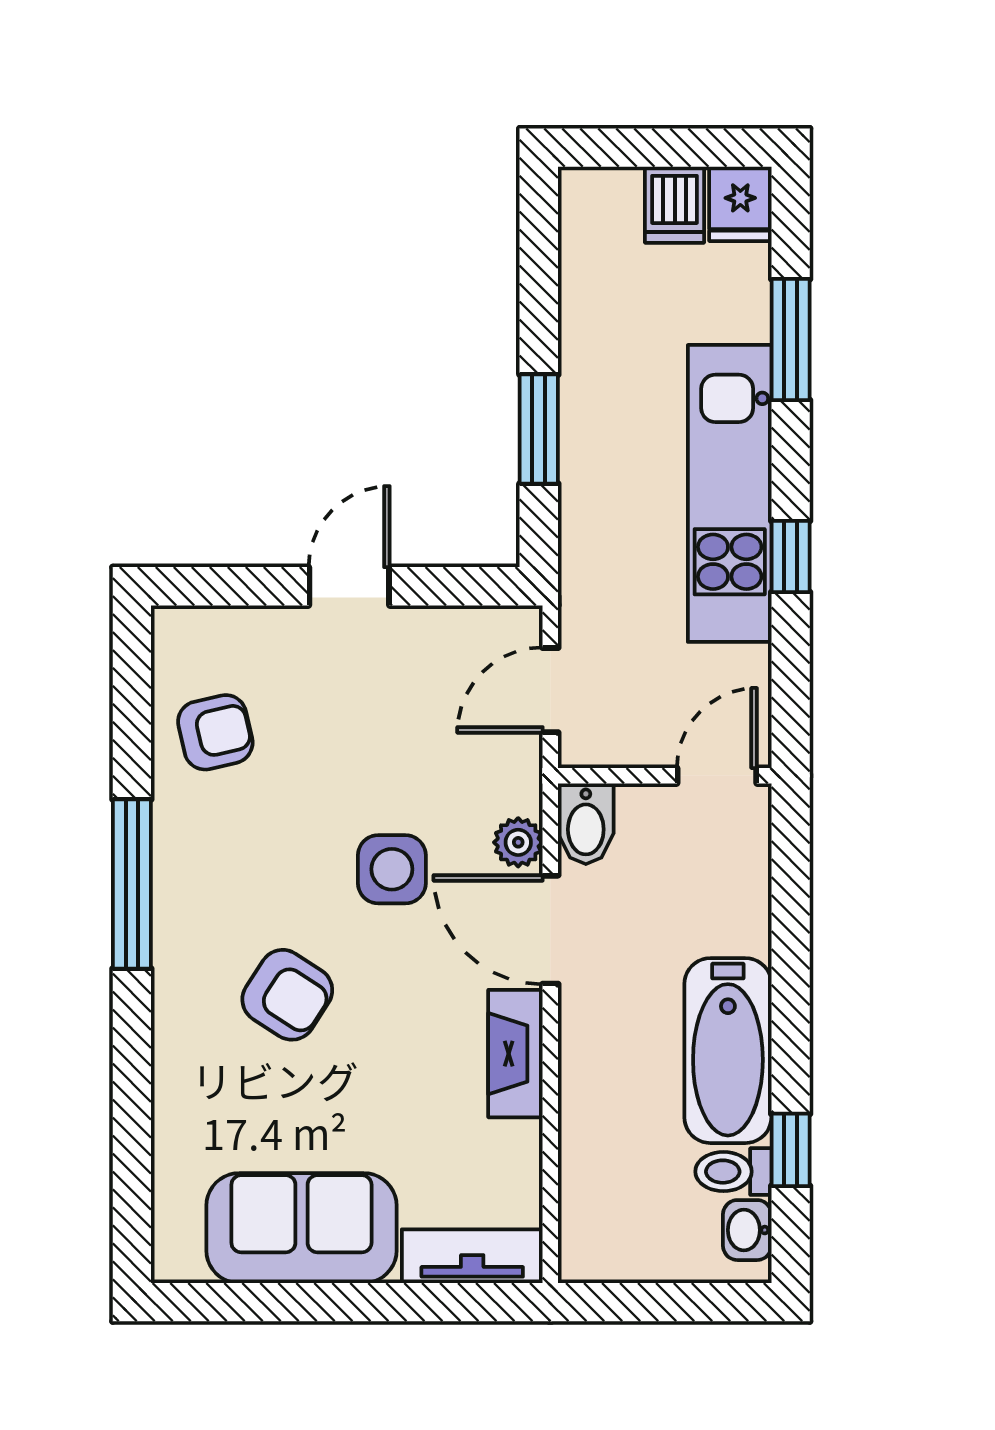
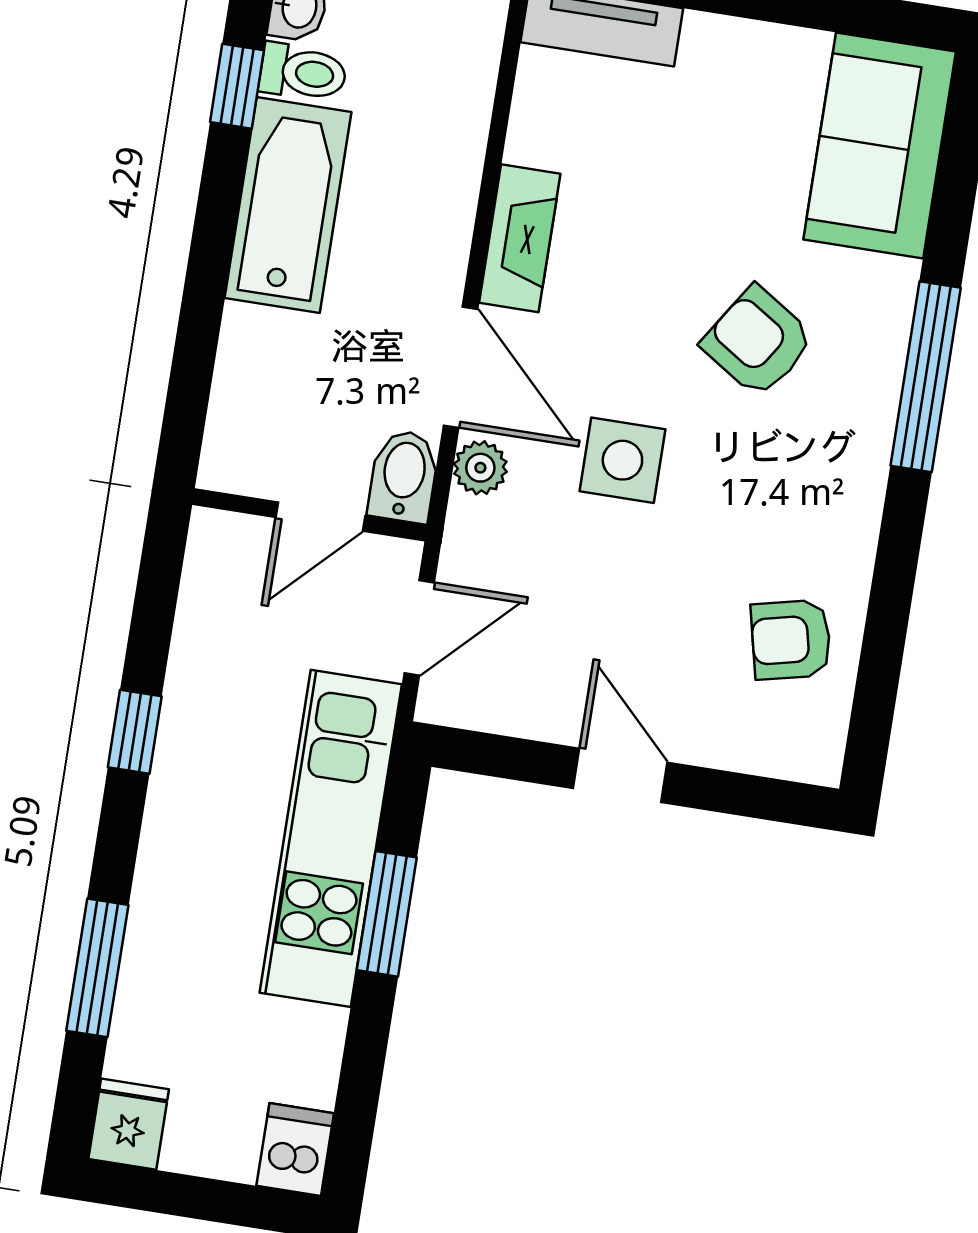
dishwasher: (675, 205) -> (295, 1150), moved
kitchen unit: (730, 493) -> (331, 838), moved, turned 180
door: (349, 586) -> (620, 775), swing flipped
door: (717, 776) -> (320, 517), moved
window: (132, 884) -> (926, 377), moved
sofa: (301, 1228) -> (880, 145), moved, turned 90

